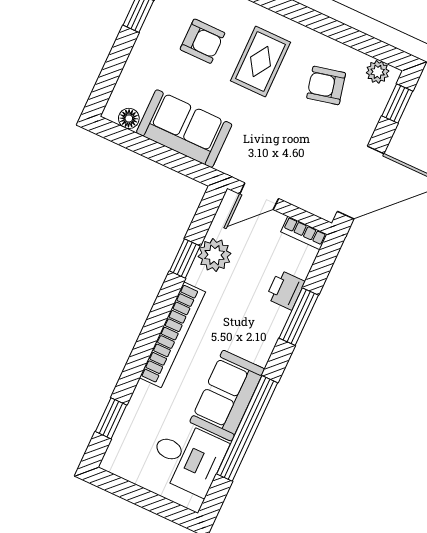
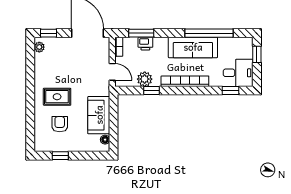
armchair: (326, 85) -> (55, 65), removed
window: (299, 317) -> (141, 33), moved
sofa: (227, 396) -> (193, 47), width x1.36
desk: (188, 458) -> (238, 73), moved, turned 90
window: (159, 505) -> (257, 54), added

